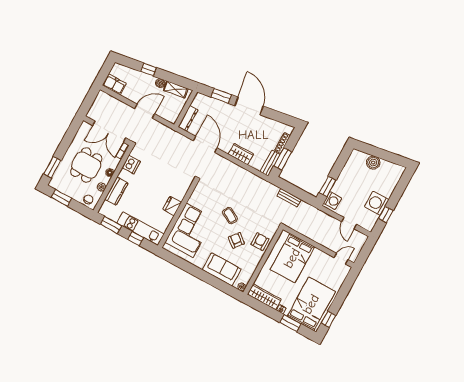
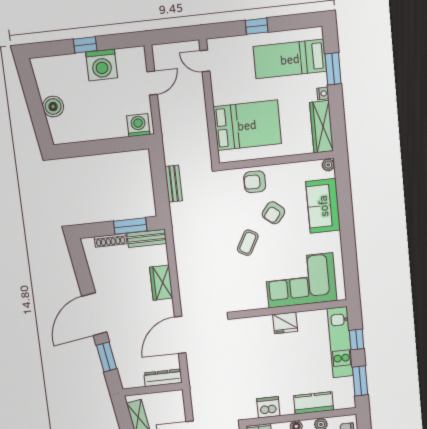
window: (328, 186) -> (125, 144), removed
window: (386, 215) -> (85, 45), moved
bed: (311, 304) -> (290, 59), width x0.67
window: (328, 319) -> (257, 26), moved

